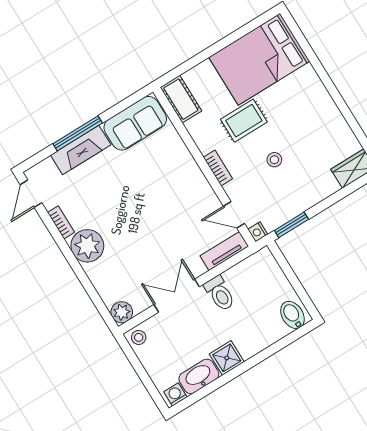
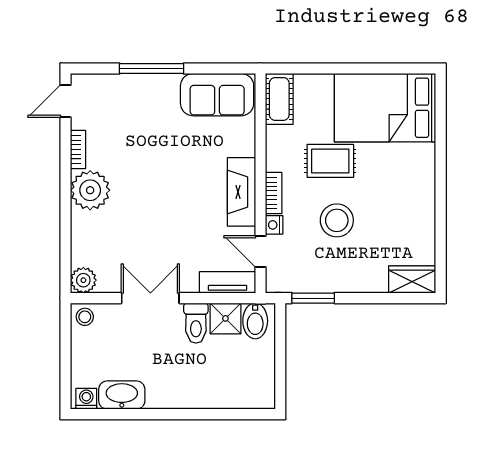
fireplace: (81, 150) -> (241, 192), moved, turned 90
stool: (274, 160) -> (337, 220), width x1.89, depth x1.89
nightstand: (258, 232) -> (274, 225), moved
bidet: (292, 315) -> (255, 321), moved, turned 180
shower: (227, 358) -> (225, 318), moved

